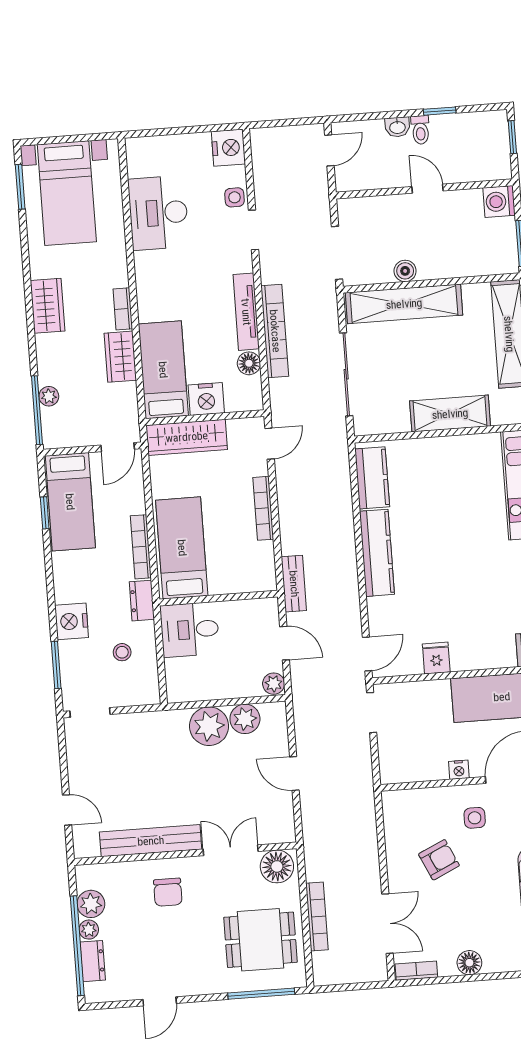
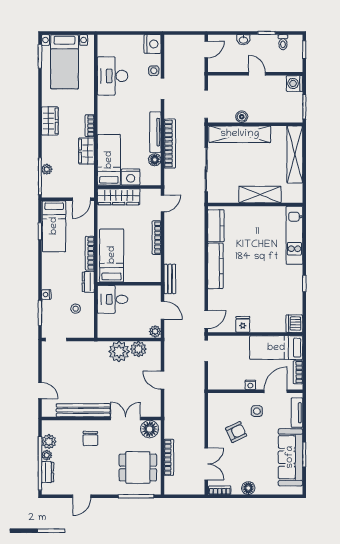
toilet: (420, 130) -> (283, 42), moved
nightstand: (72, 621) -> (46, 295), width x0.53, depth x0.56

